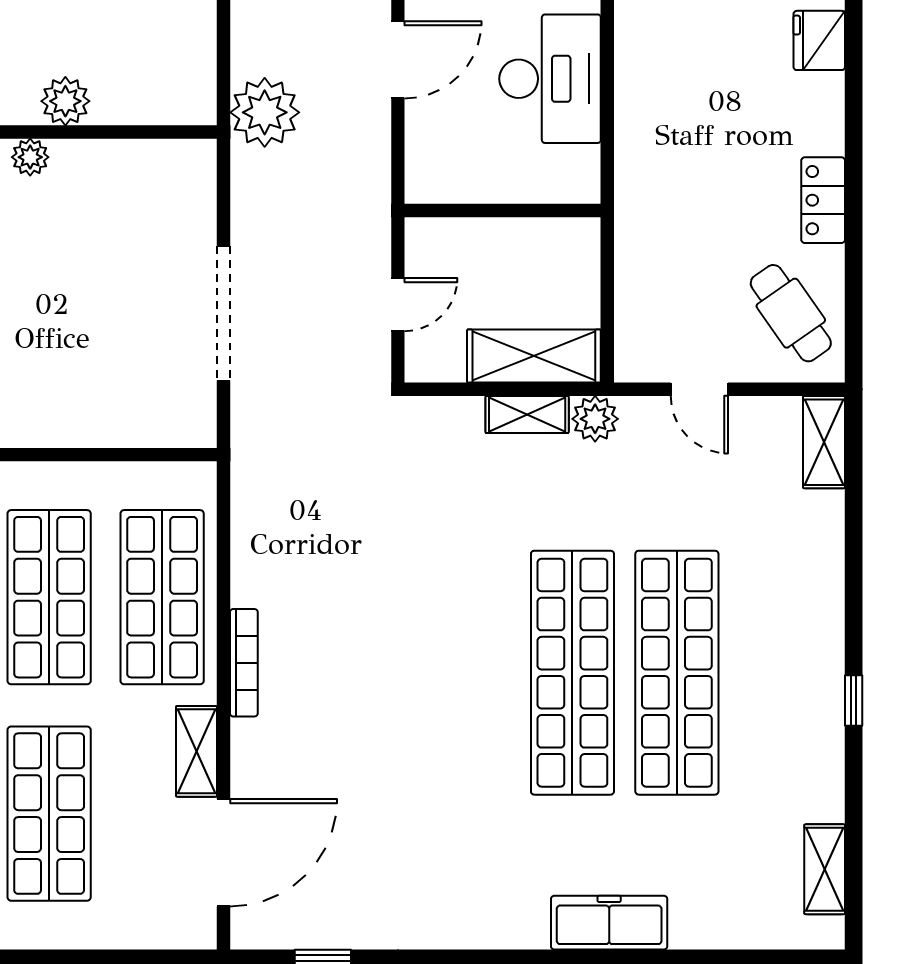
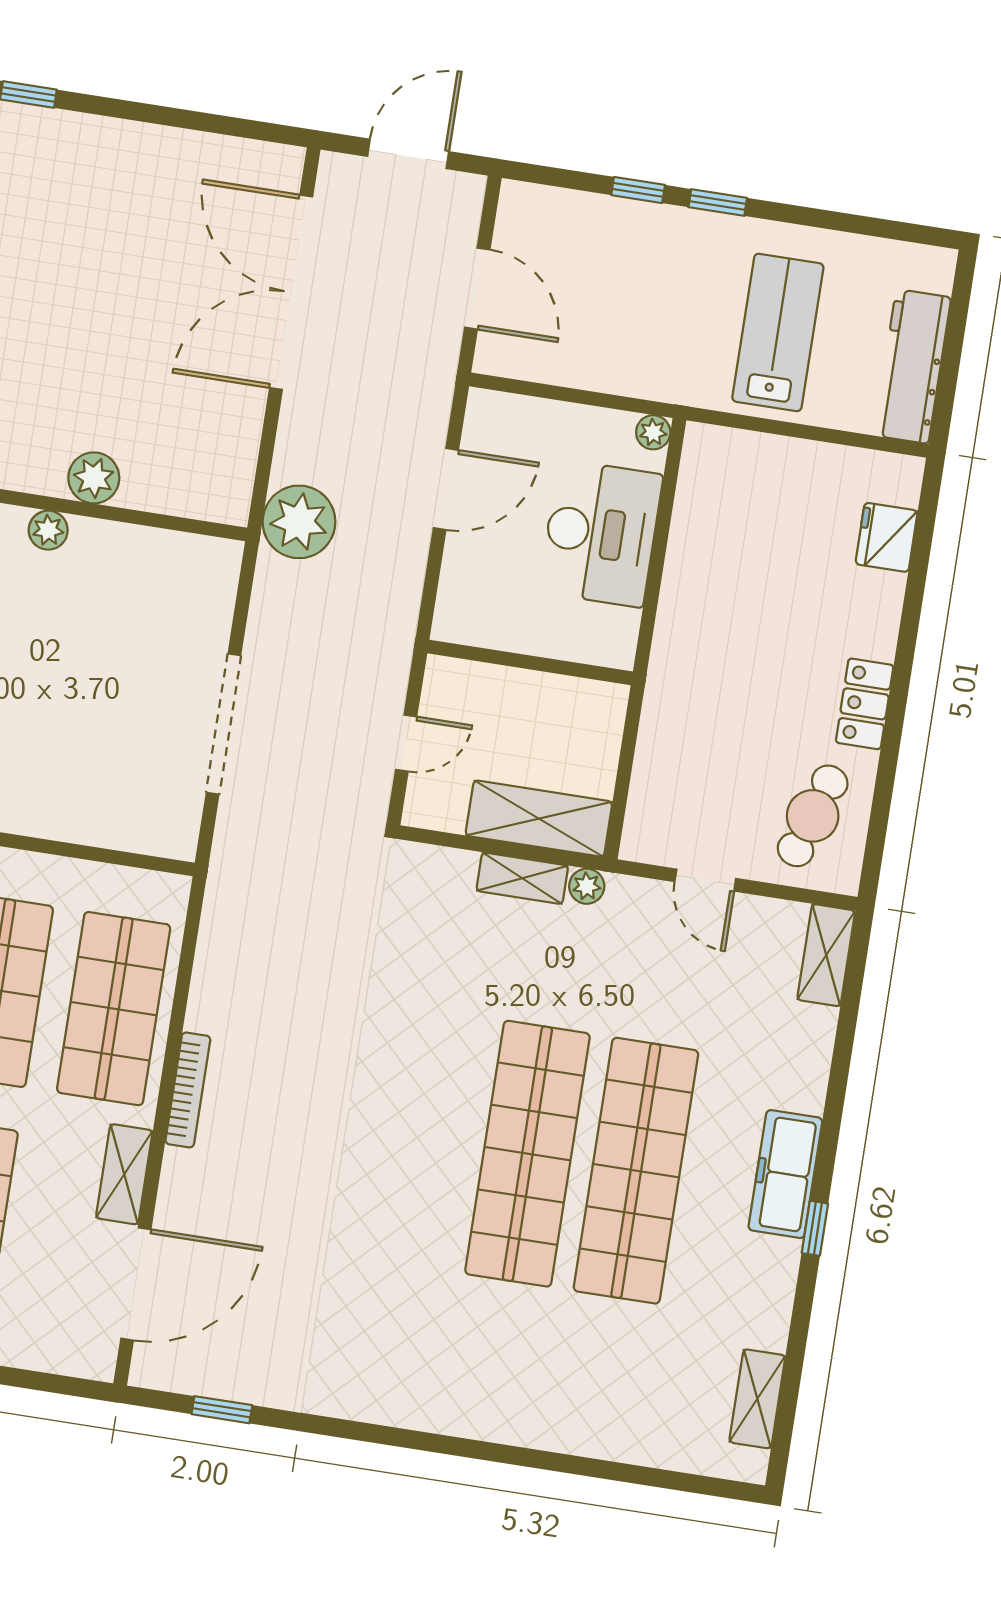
cafe table: (791, 313) -> (813, 816), turned 53
plant: (595, 419) -> (587, 886), width x0.73, depth x0.73
freezer: (609, 923) -> (785, 1174), moved, turned -90

